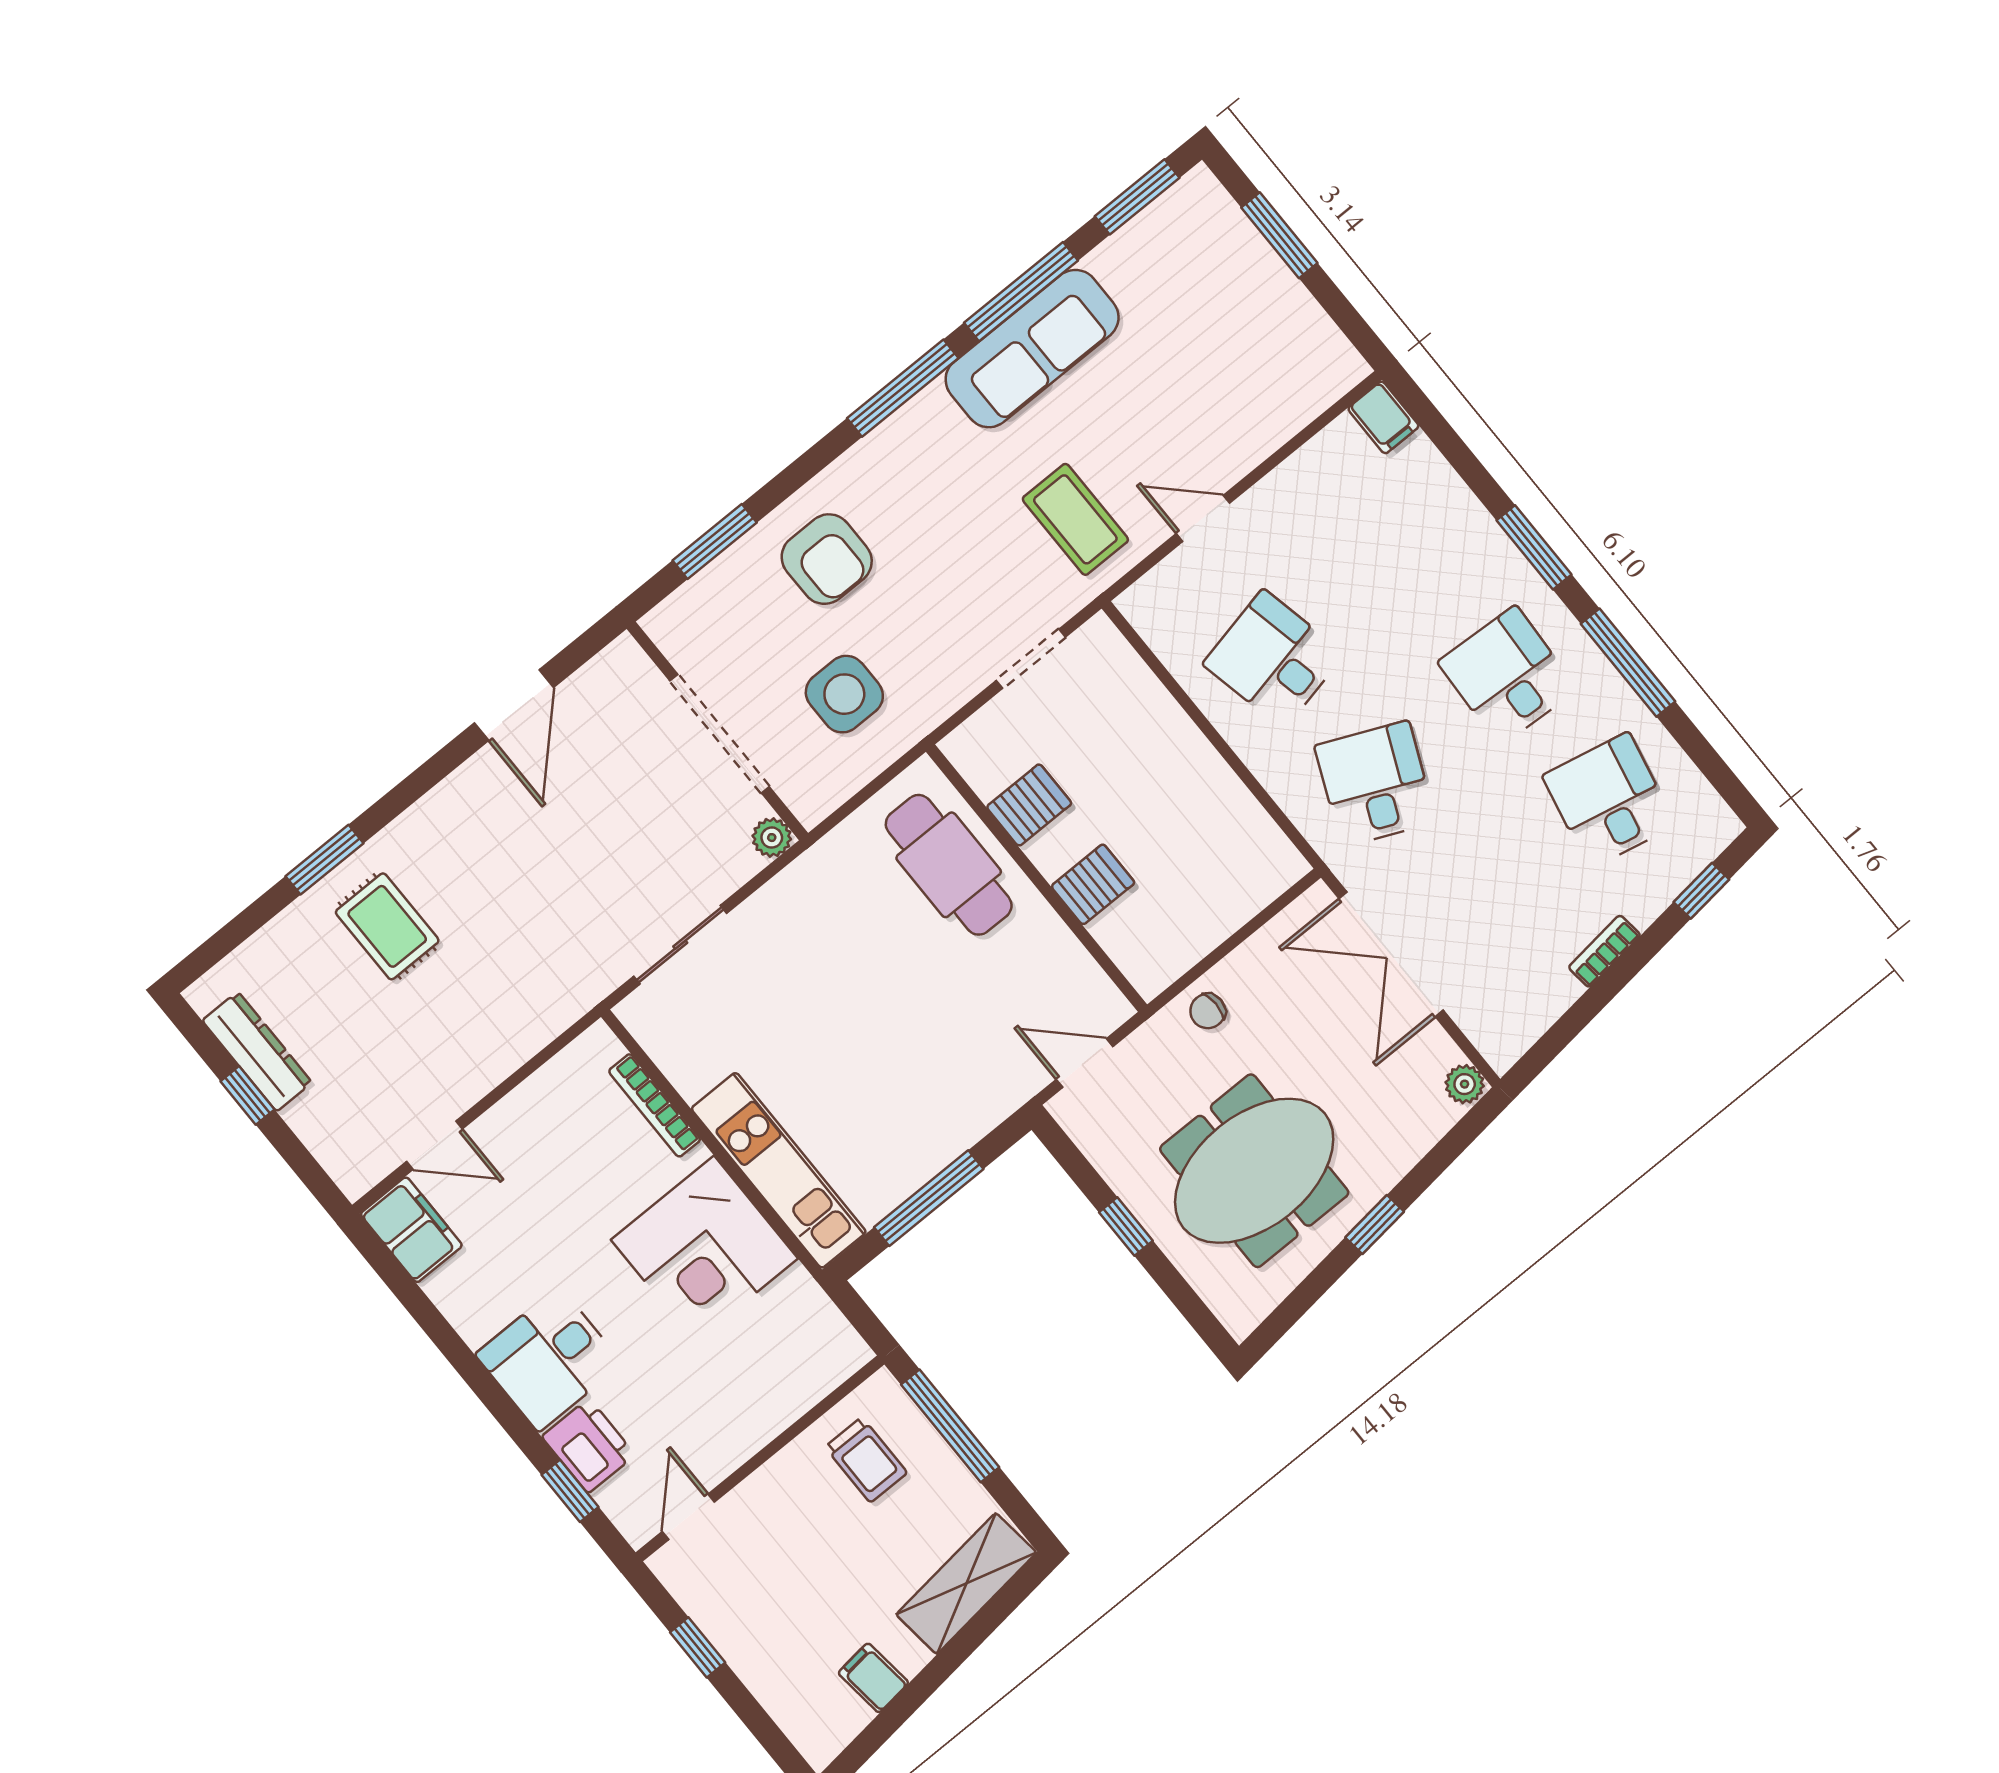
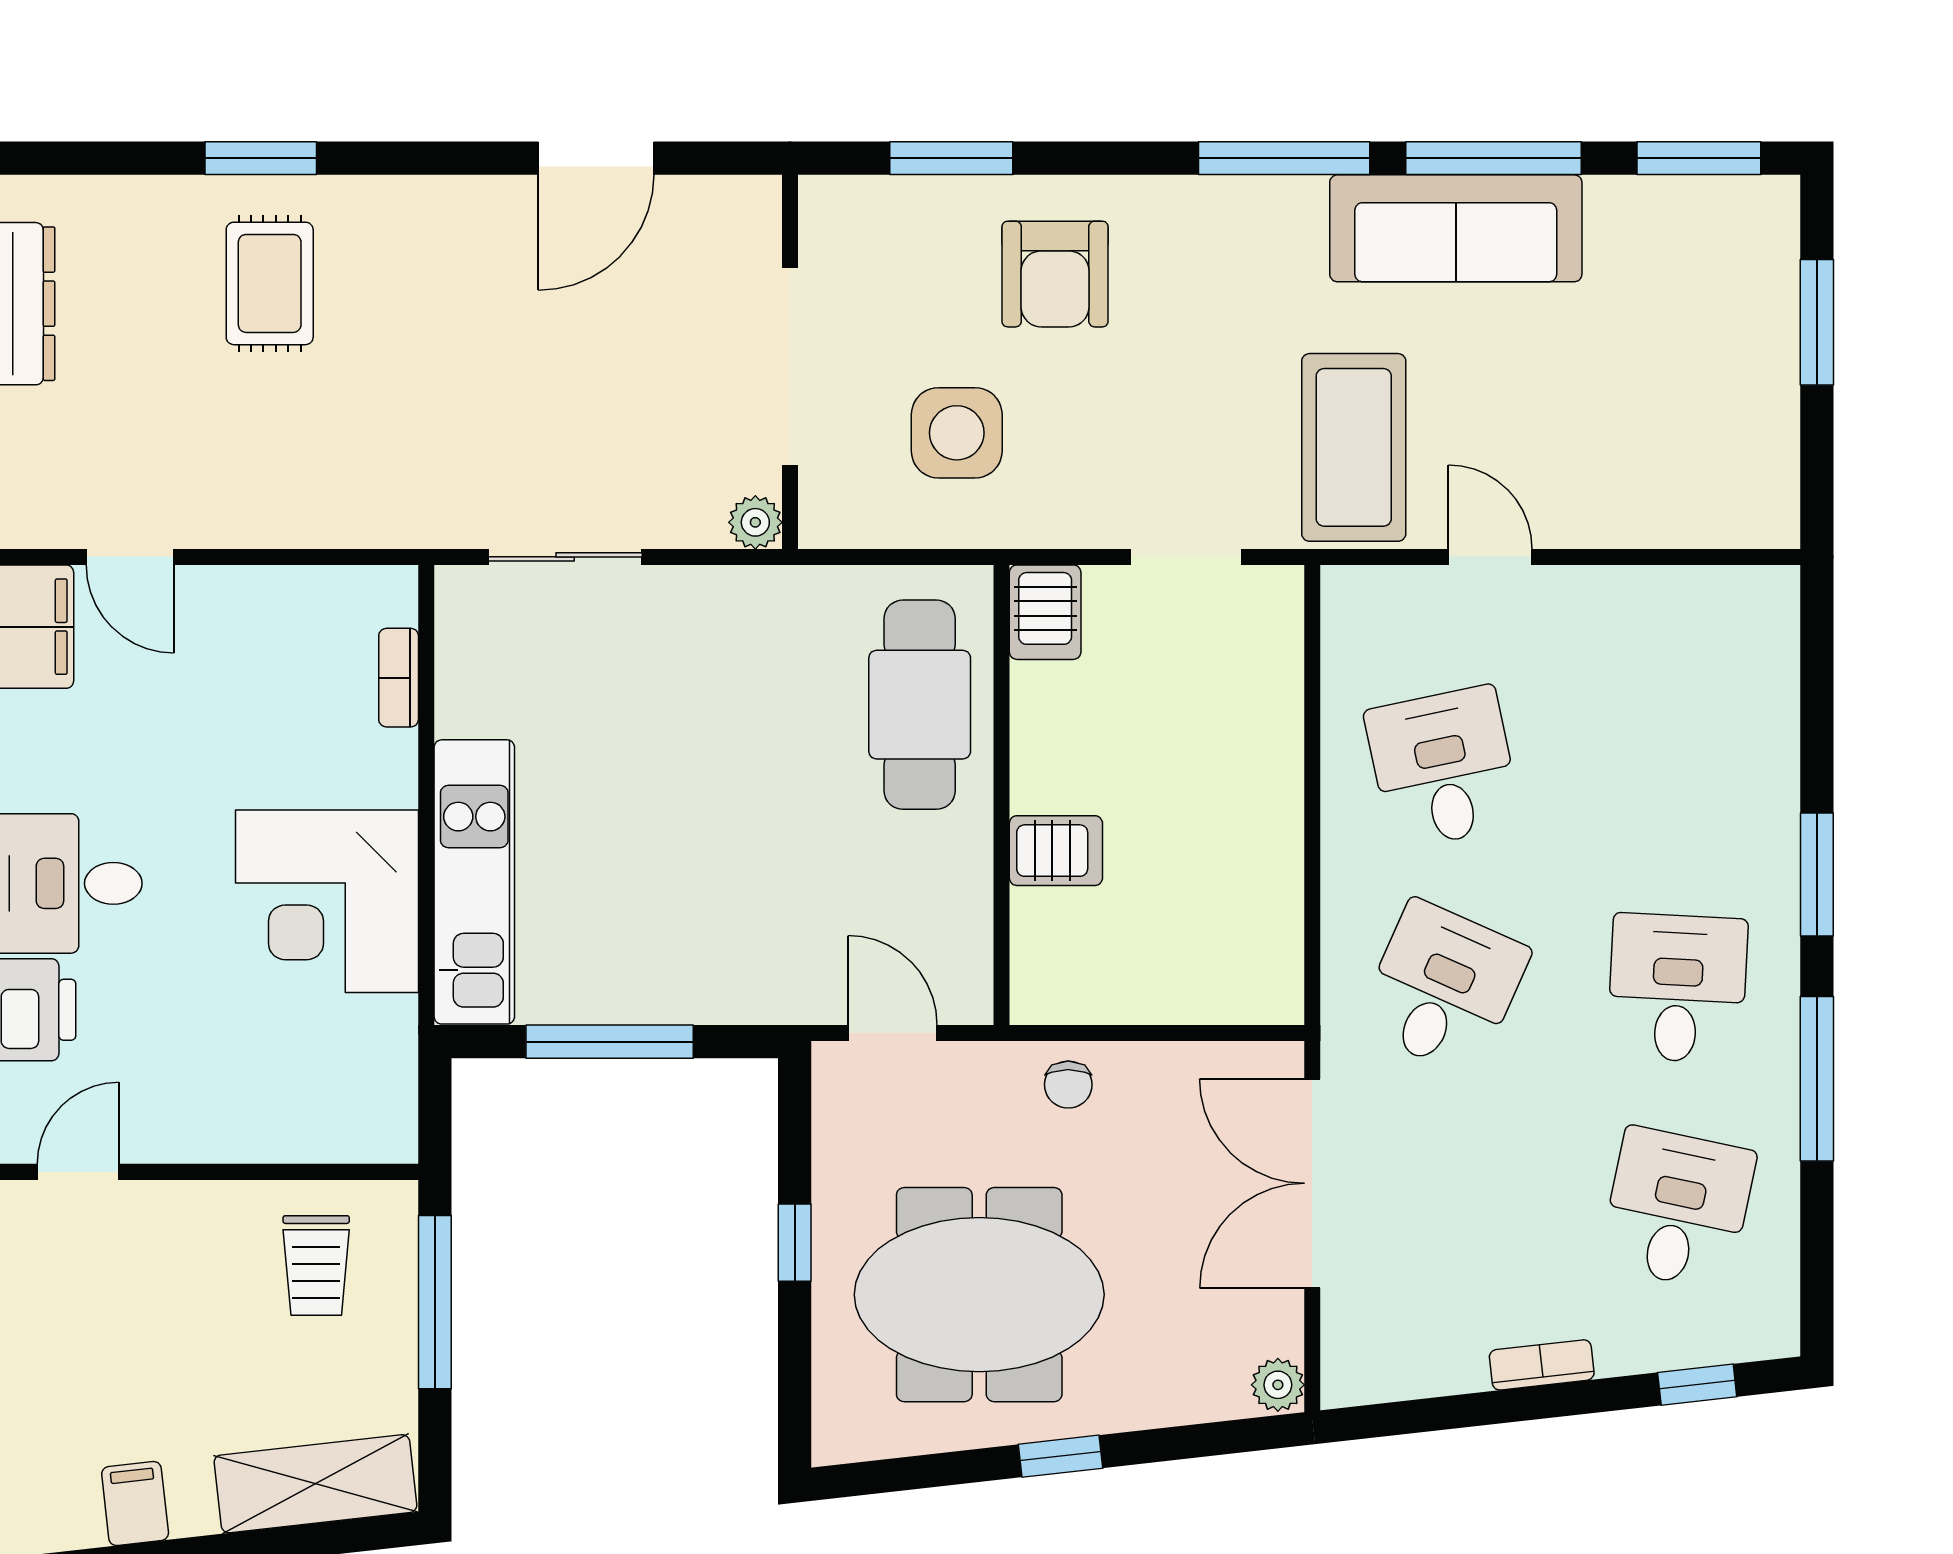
filing cabinet: (1383, 417) -> (1769, 606), removed
coffee table: (1075, 519) -> (1354, 447), width x1.36, depth x1.32
server rack: (1029, 805) -> (1045, 612), moved, turned 90
chair: (1208, 1011) -> (1068, 1085), turned -90
bookcase: (655, 1105) -> (399, 678), width x0.64

